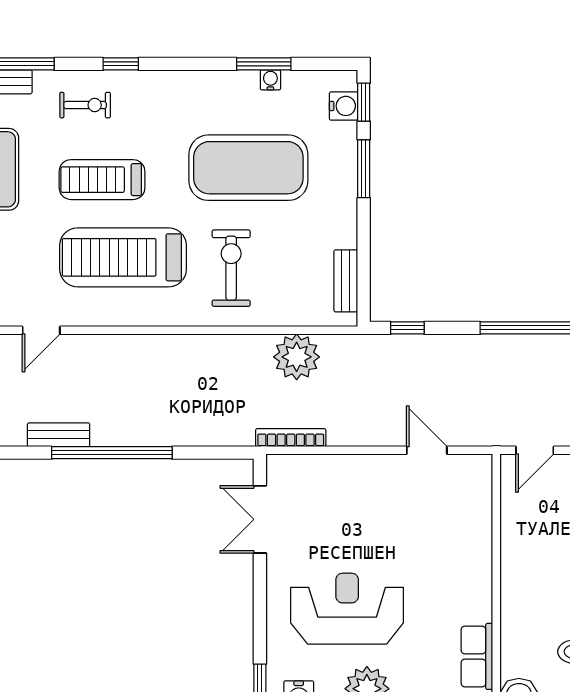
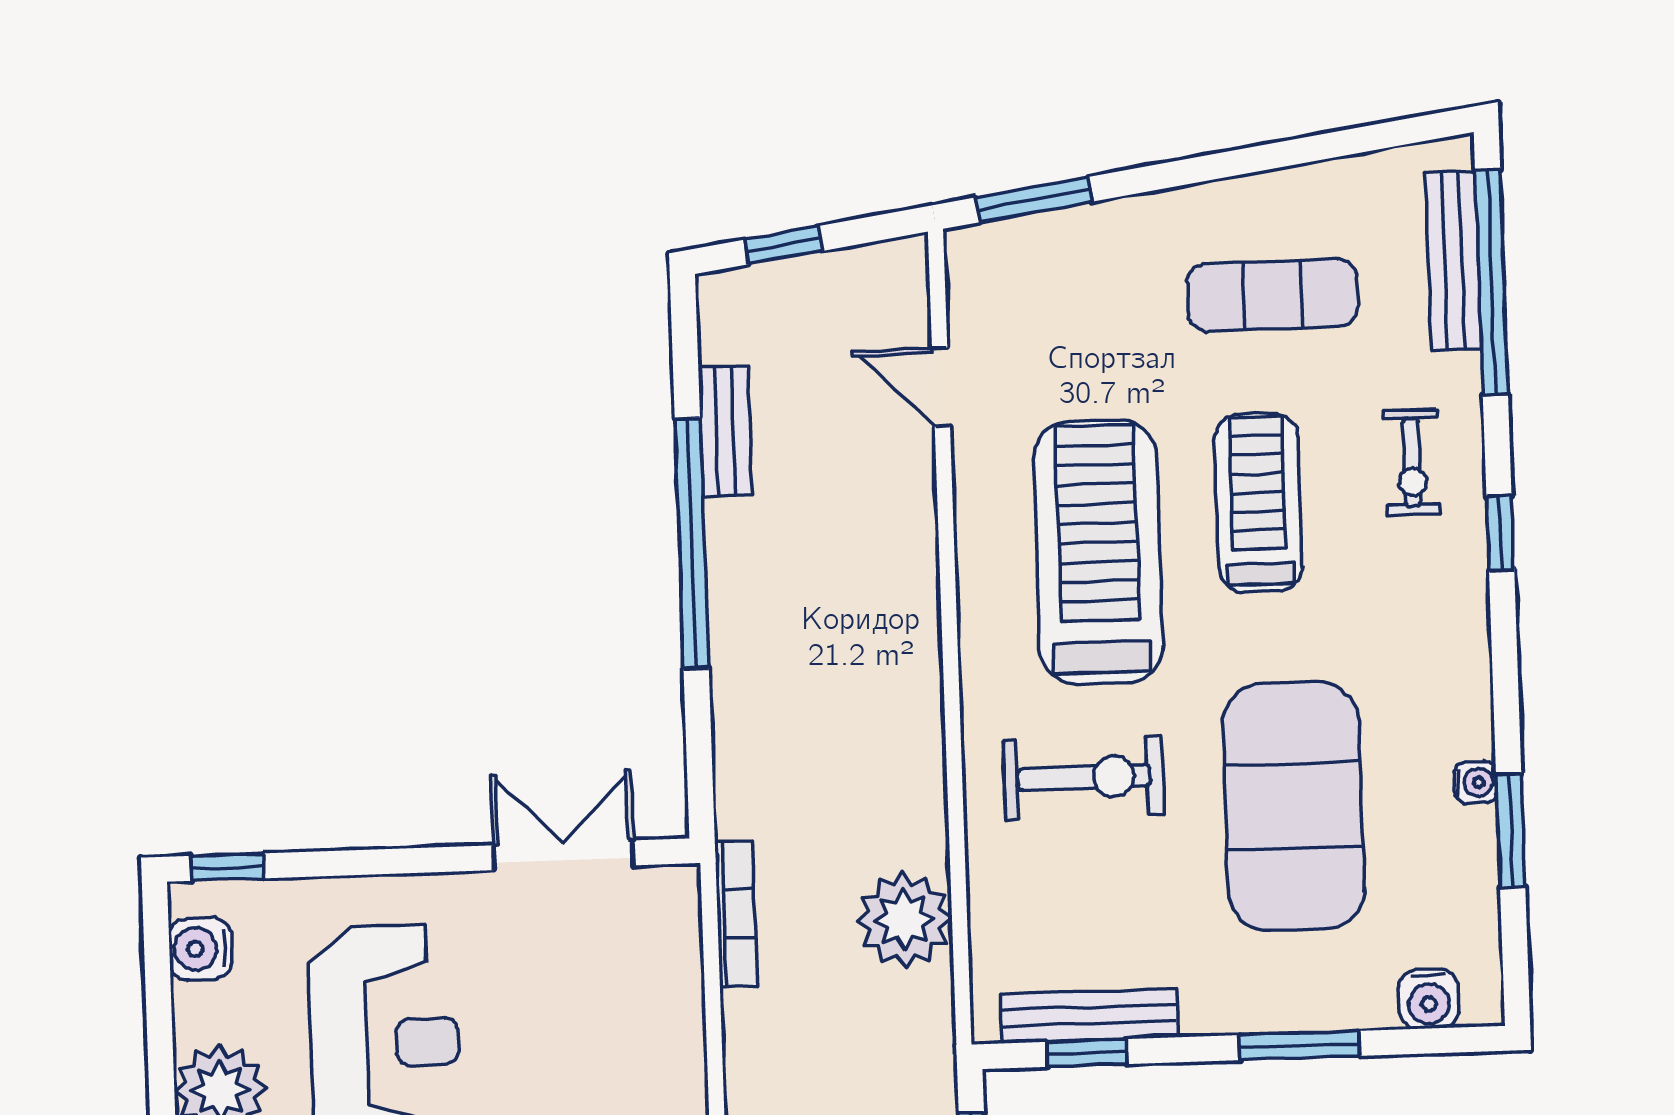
water cooler: (270, 80) -> (1475, 782), moved
window: (364, 102) -> (1086, 1053), moved
bench: (346, 281) -> (1089, 1016), width x1.36

